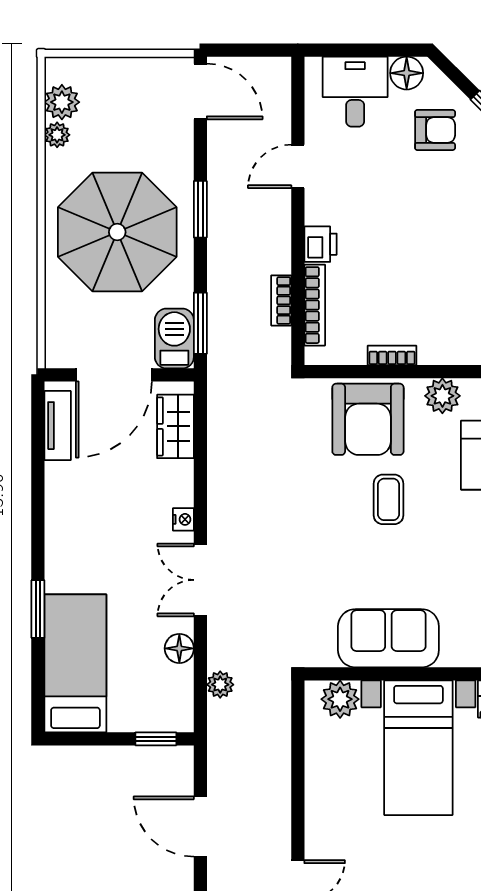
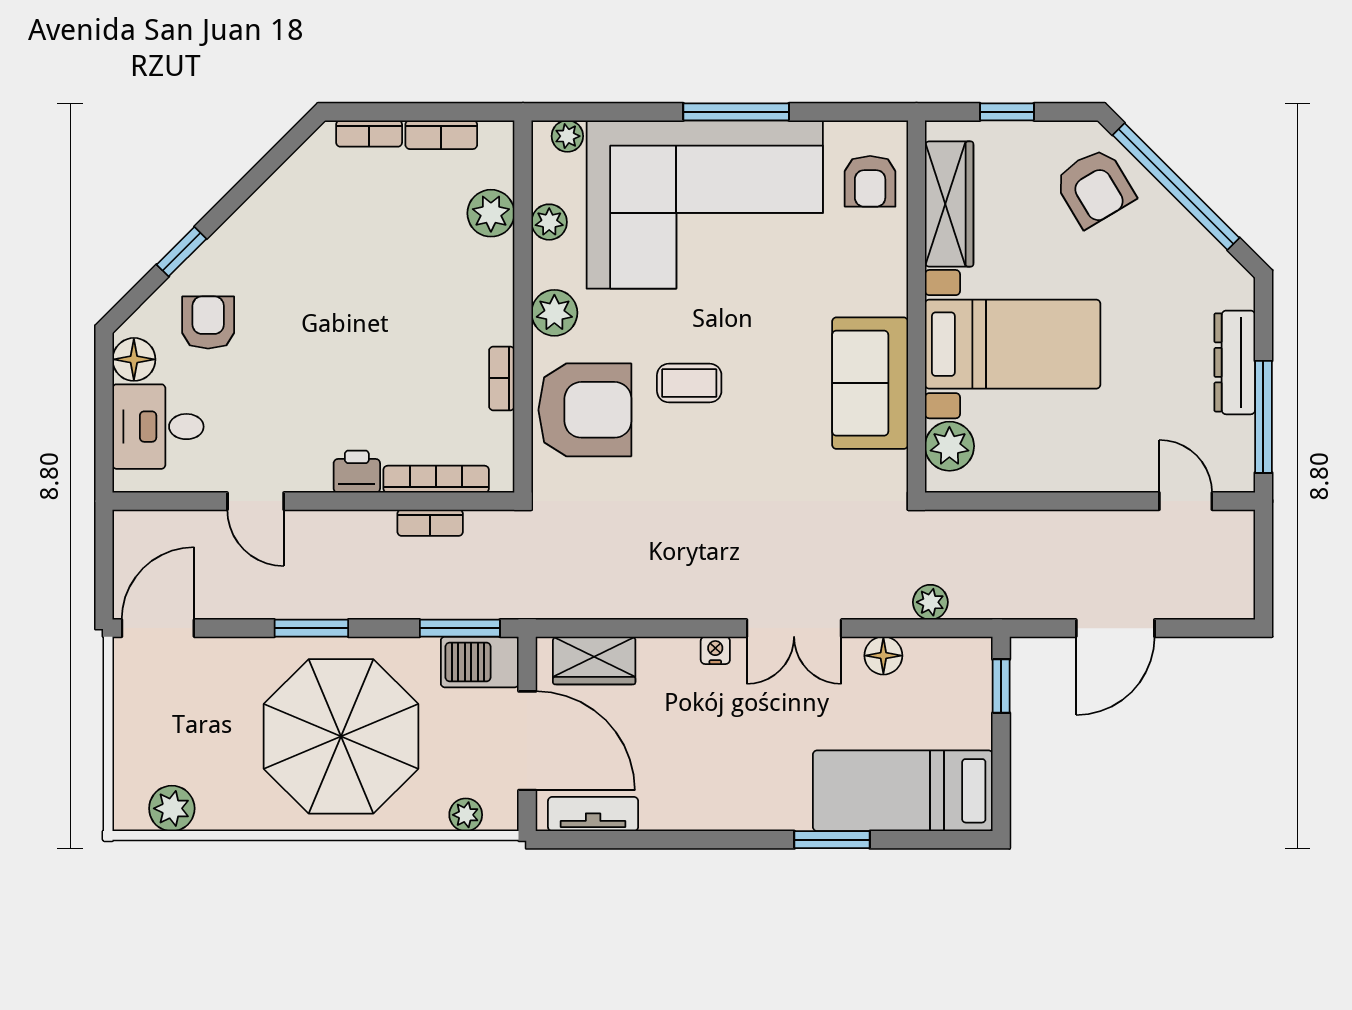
plant: (57, 135) -> (466, 815), moved

